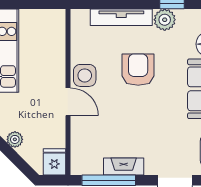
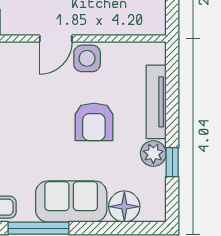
armchair: (138, 70) -> (94, 122), turned 90

